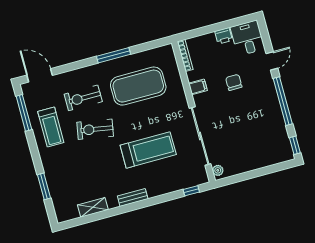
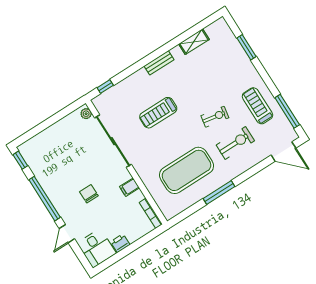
chair: (234, 82) -> (89, 194), moved, turned 180
exercise bike: (95, 129) -> (215, 117), width x0.73, depth x0.72
treadmill: (148, 150) -> (158, 113), width x0.73, depth x0.73

